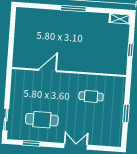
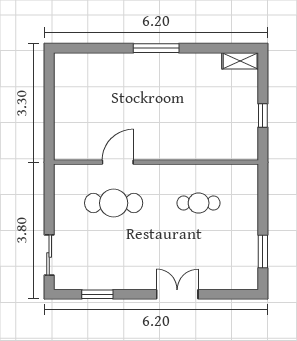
window: (126, 113) -> (263, 252), moved
cafe table: (42, 120) -> (114, 203), moved

